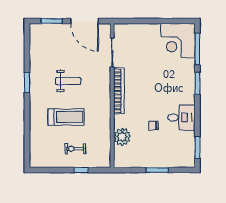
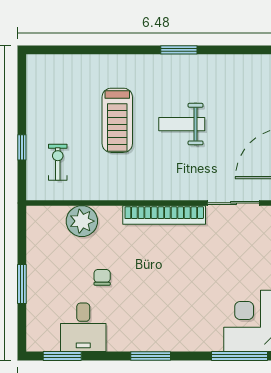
weight bench: (68, 81) -> (182, 124), turned 90
window: (197, 83) -> (151, 356), moved
desk: (181, 118) -> (83, 327), moved
exercise bike: (75, 149) -> (58, 162), moved

